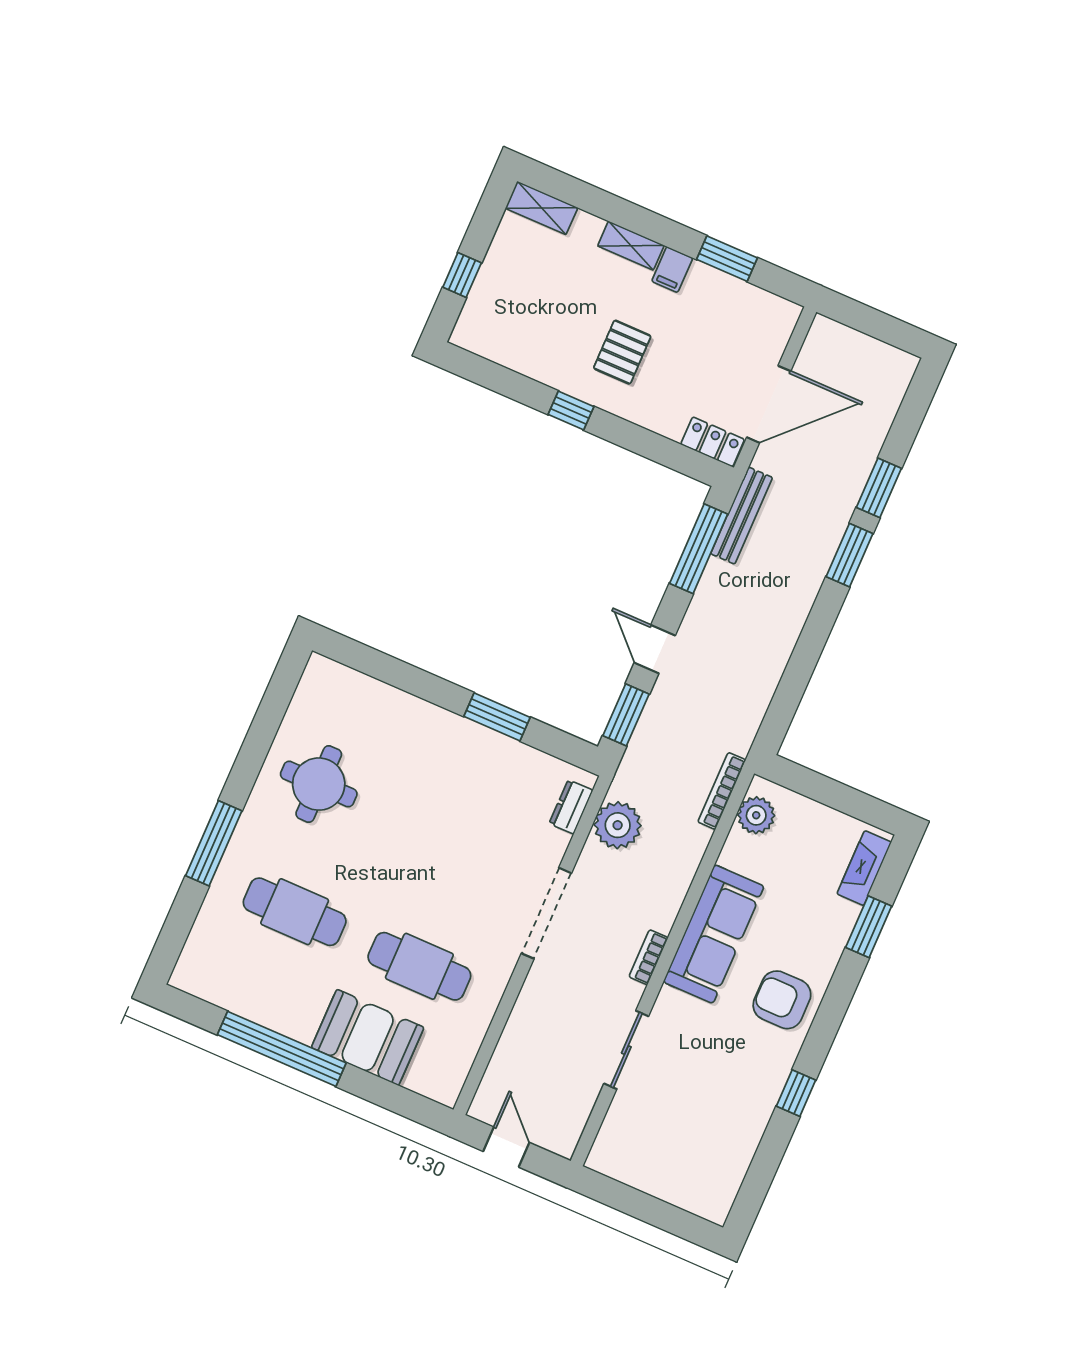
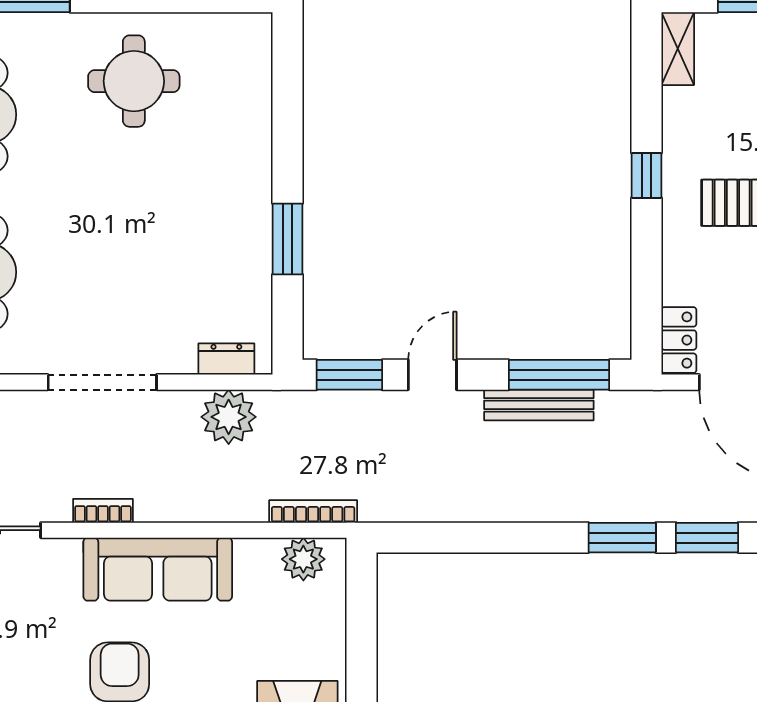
shelving: (481, 342) -> (678, 49), added
bench: (742, 516) -> (539, 405), moved

